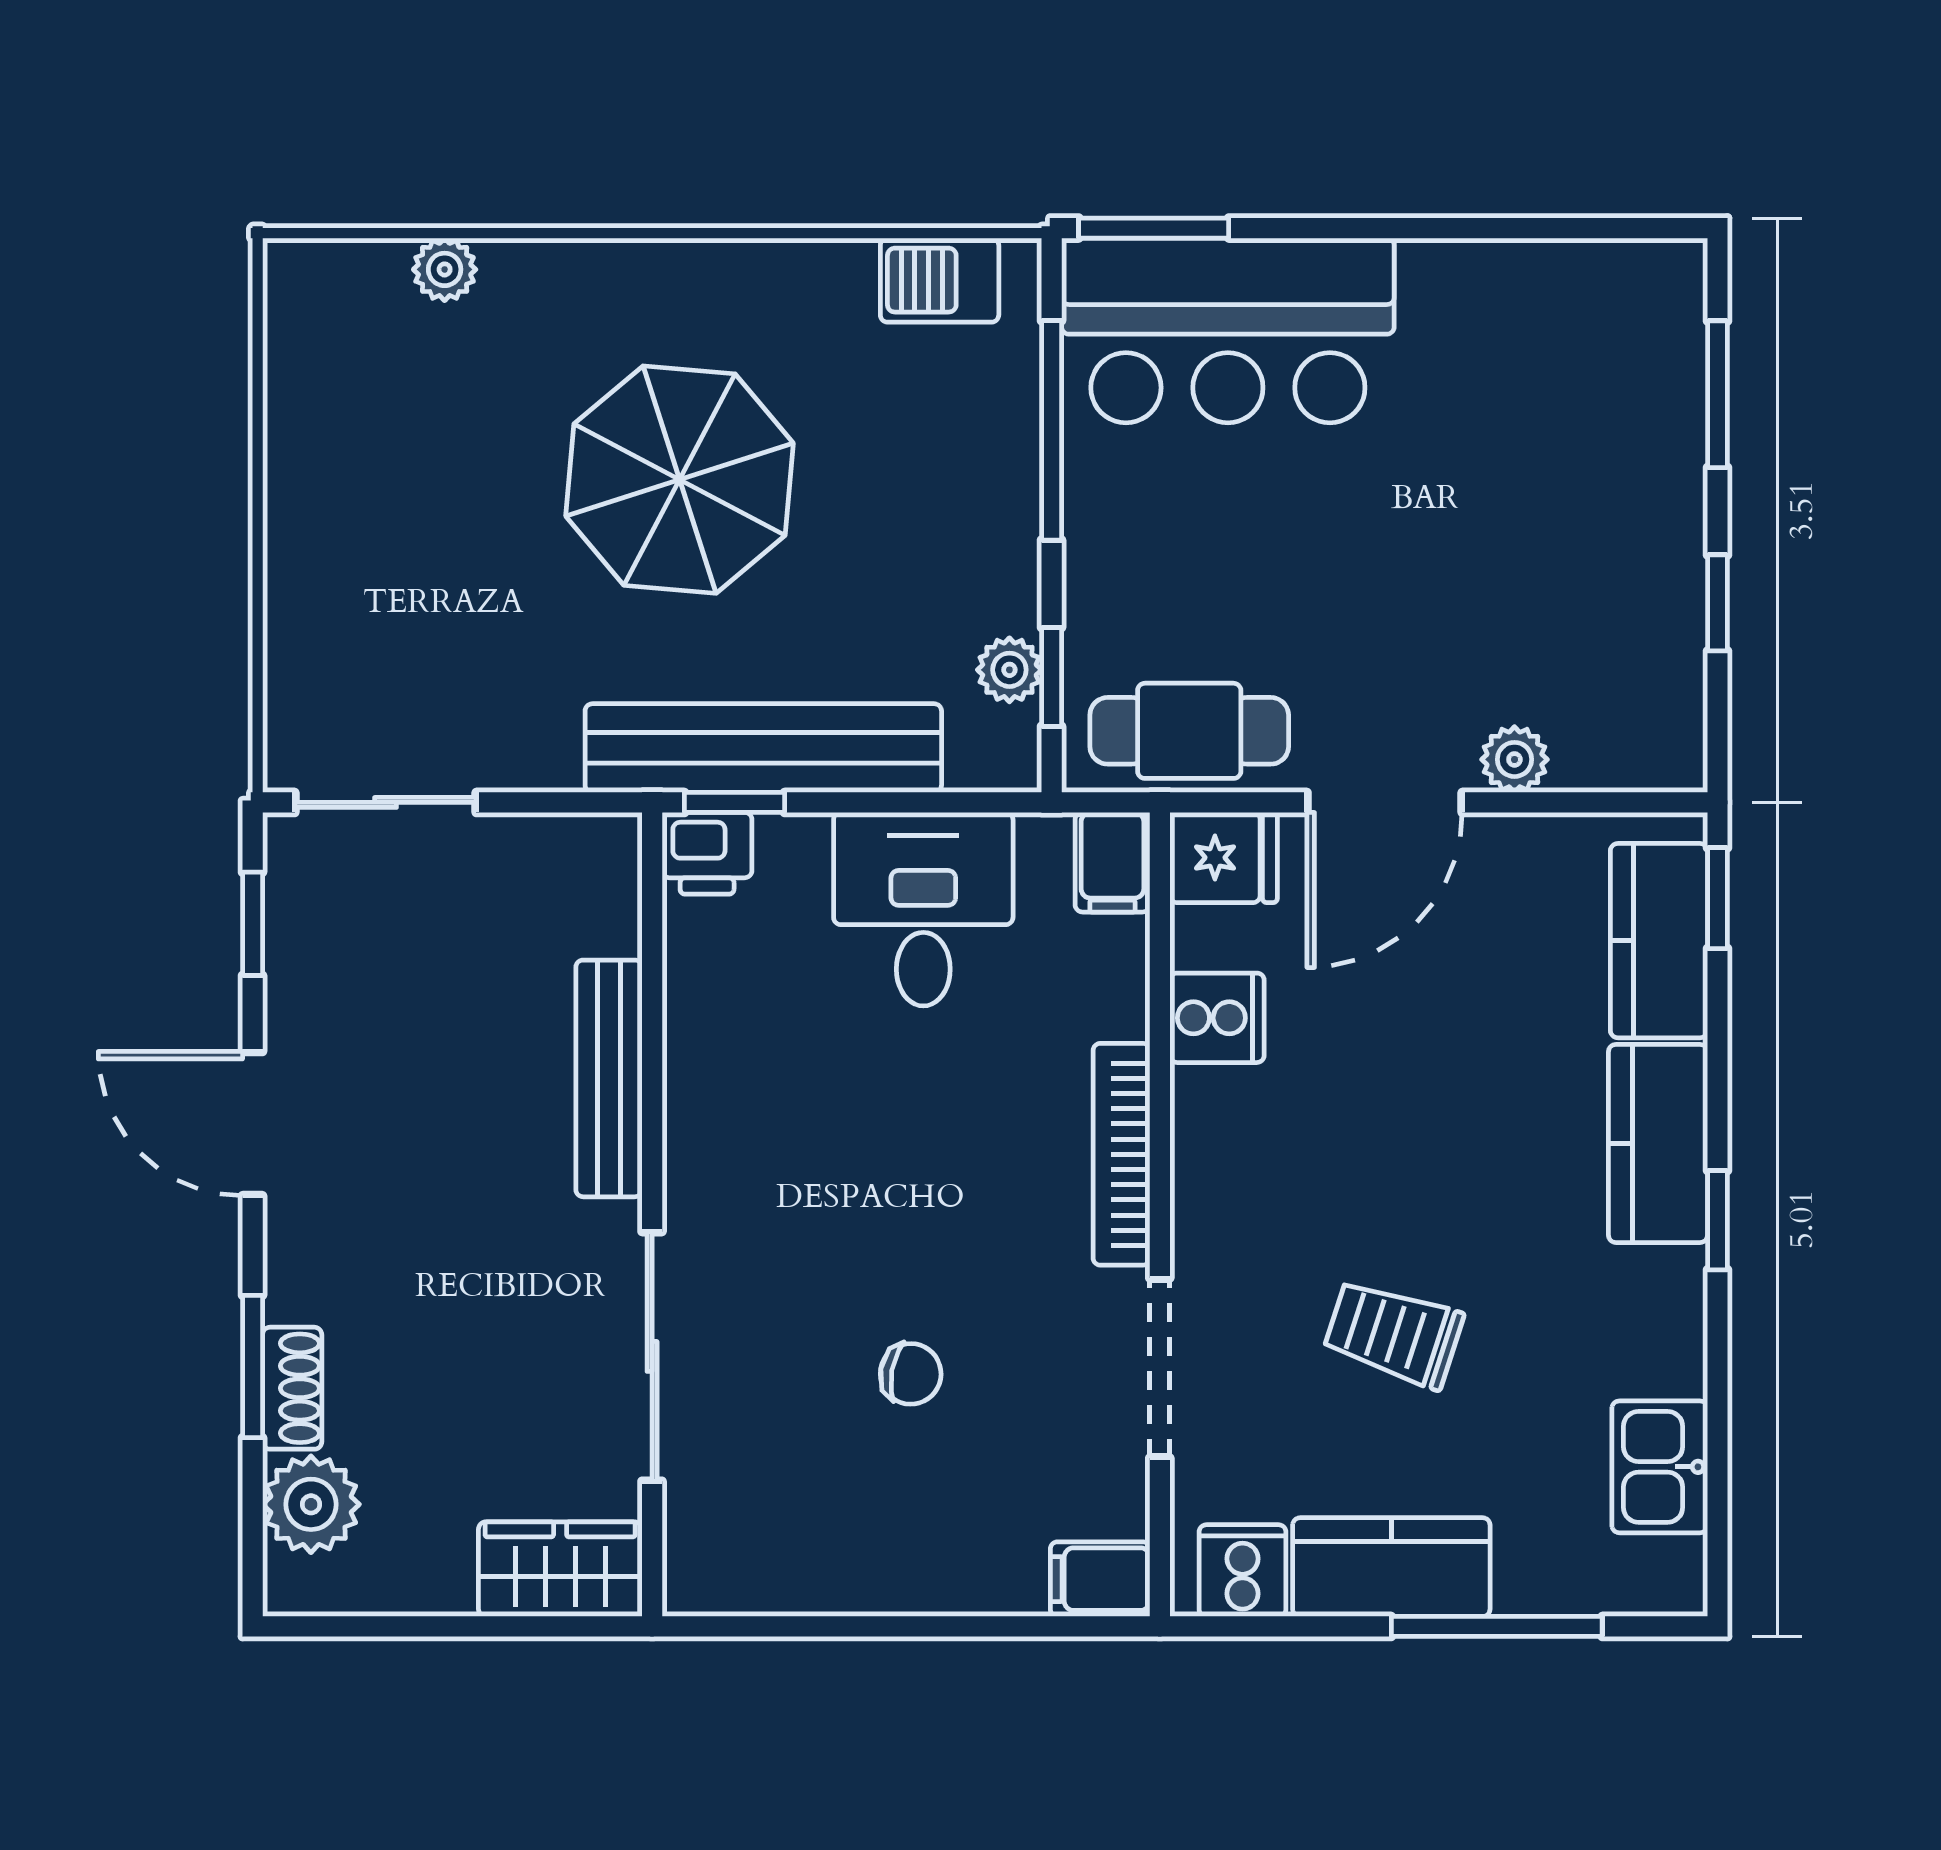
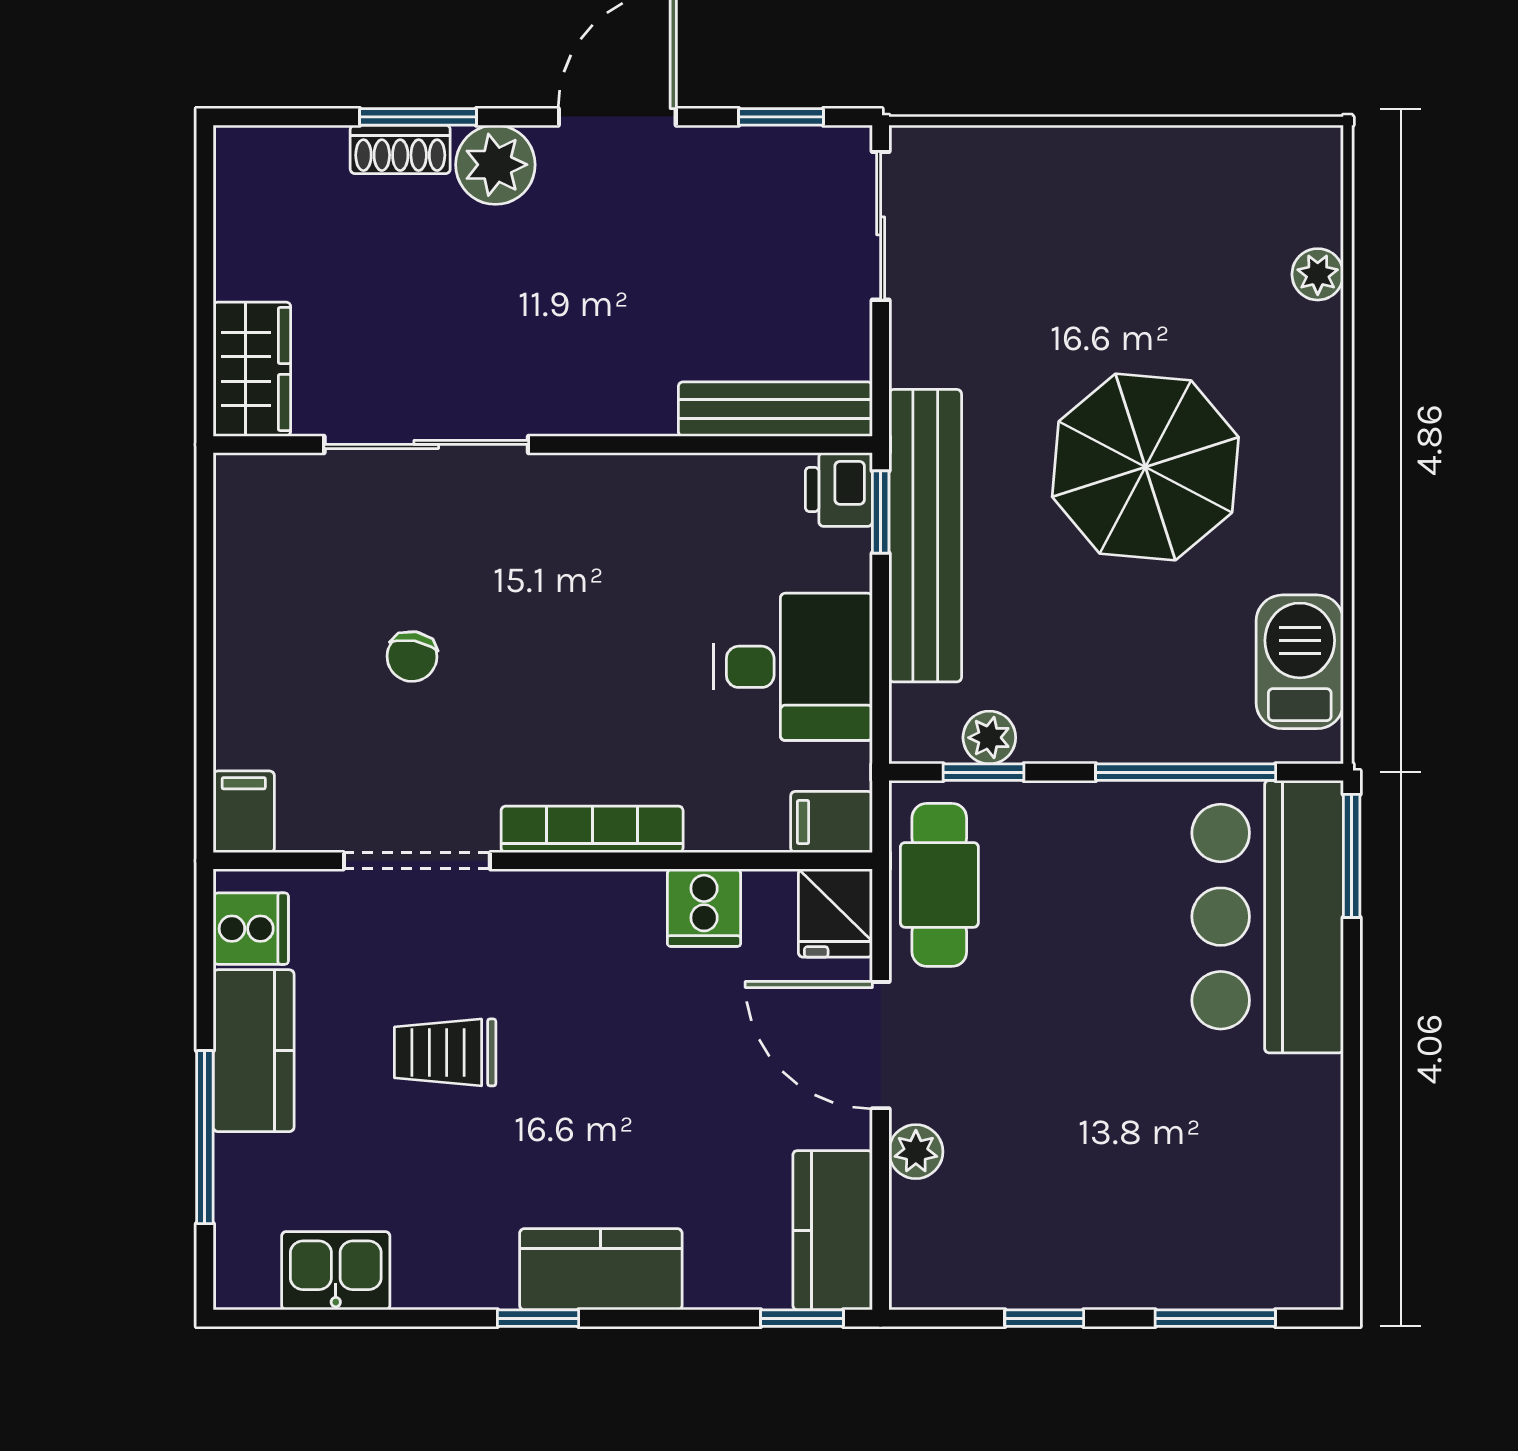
barbecue: (940, 280) -> (1300, 662), width x1.38, depth x1.27
kitchen counter: (1659, 941) -> (833, 1230), moved, turned -90
bench: (609, 1078) -> (775, 409), moved
trolley: (1393, 1333) -> (445, 1052), turned -108
plant: (311, 1504) -> (495, 165), moved

